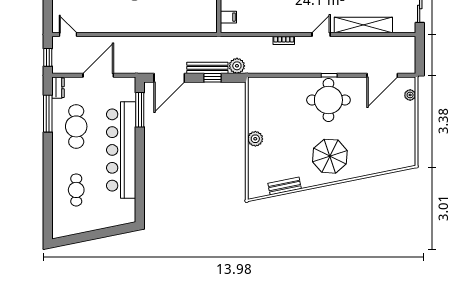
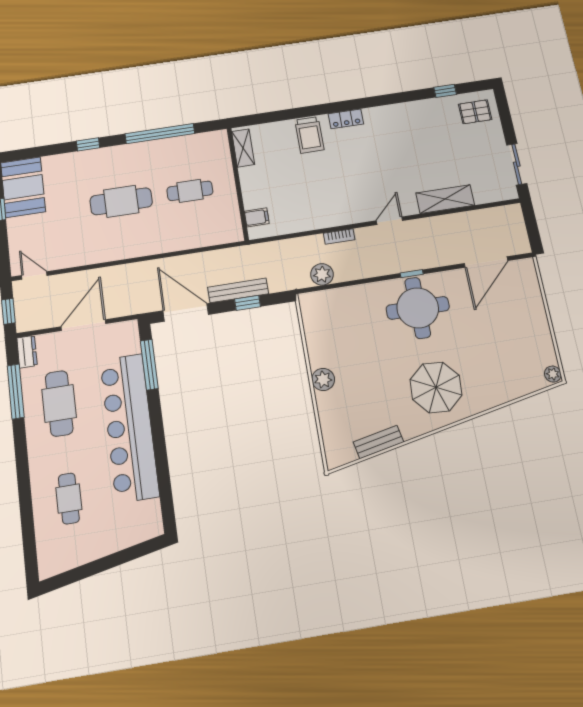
shelving: (363, 25) -> (445, 199), width x0.68
plant: (237, 66) -> (322, 274), moved
door: (169, 78) -> (186, 313), swing flipped
plant: (410, 95) -> (553, 374), moved

